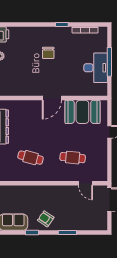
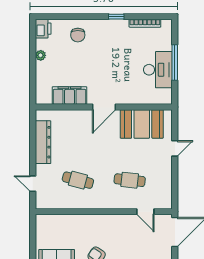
chair: (48, 53) -> (78, 35), moved
filing cabinet: (24, 89) -> (70, 96), added

